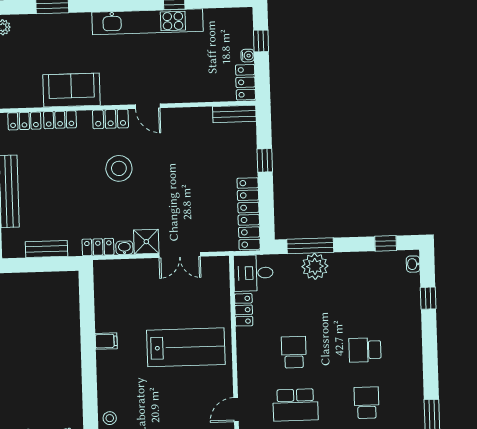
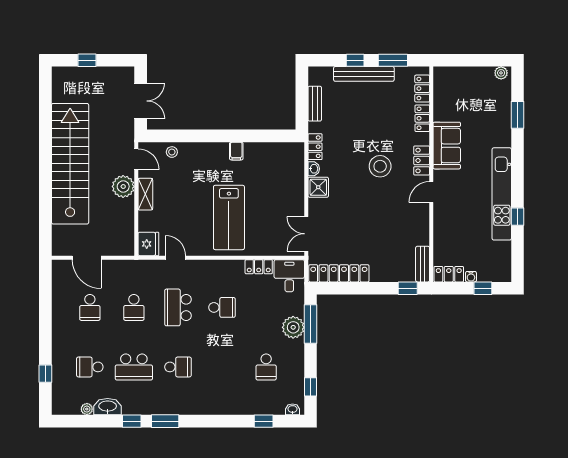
sofa: (71, 90) -> (447, 146), moved
window: (265, 160) -> (408, 288), moved
double door: (180, 255) -> (306, 234), moved
school desk: (365, 350) -> (266, 367), moved, turned 180

